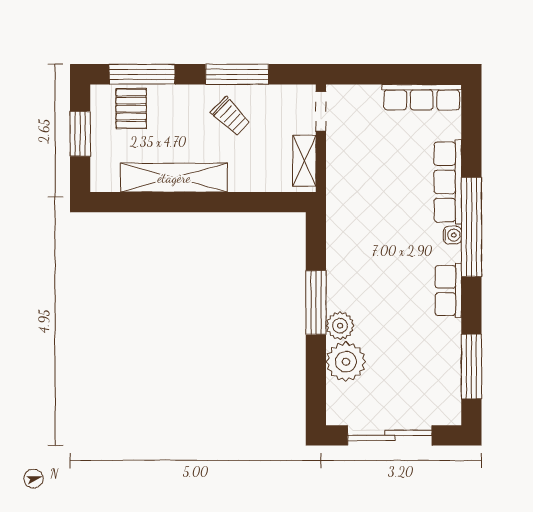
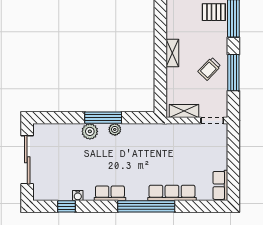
row of seats: (422, 97) -> (220, 185), width x0.68
shelving: (174, 178) -> (172, 53), width x0.45, depth x0.75
water cooler: (452, 235) -> (78, 196), moved
plant: (346, 362) -> (115, 129), moved, width x0.53, depth x0.53
window: (471, 367) -> (67, 206), width x0.46

